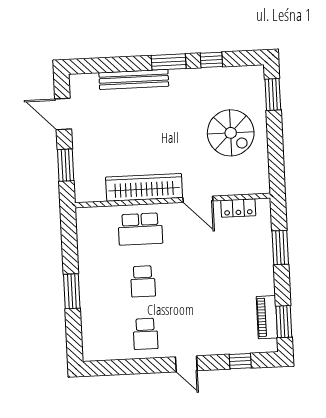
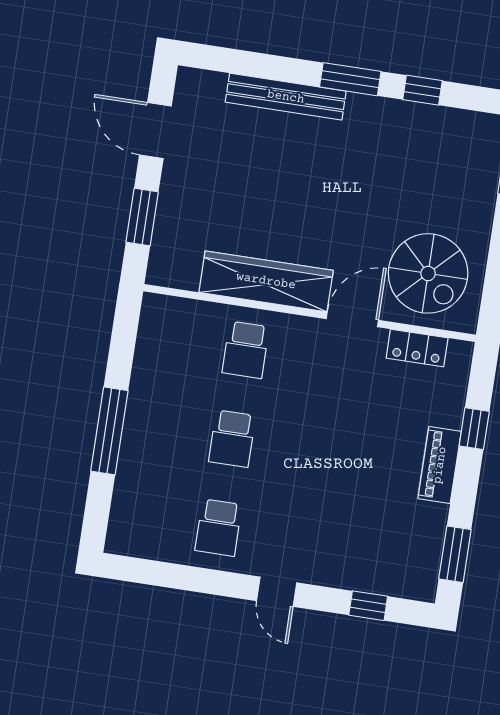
spiral stairs: (231, 133) -> (428, 273), moved
door: (198, 199) -> (352, 319), swing flipped
school desk: (140, 229) -> (246, 350), width x0.54
window: (280, 248) -> (474, 429), width x0.67
window: (72, 291) -> (109, 431), width x1.44
piano: (267, 317) -> (440, 465), moved

